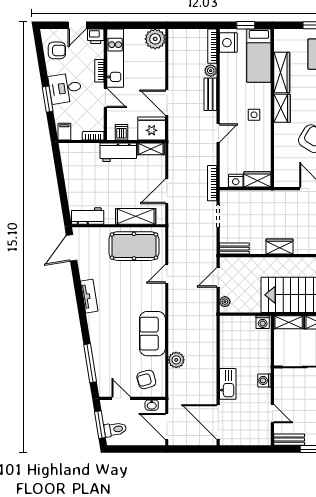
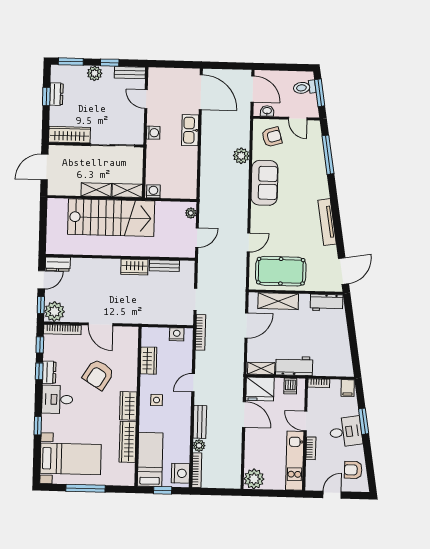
printer: (96, 36) -> (314, 483), removed
wardrobe: (257, 179) -> (148, 361), moved, turned -90
bench: (234, 249) -> (164, 266), moved
tv unit: (89, 296) -> (327, 222), width x1.41

